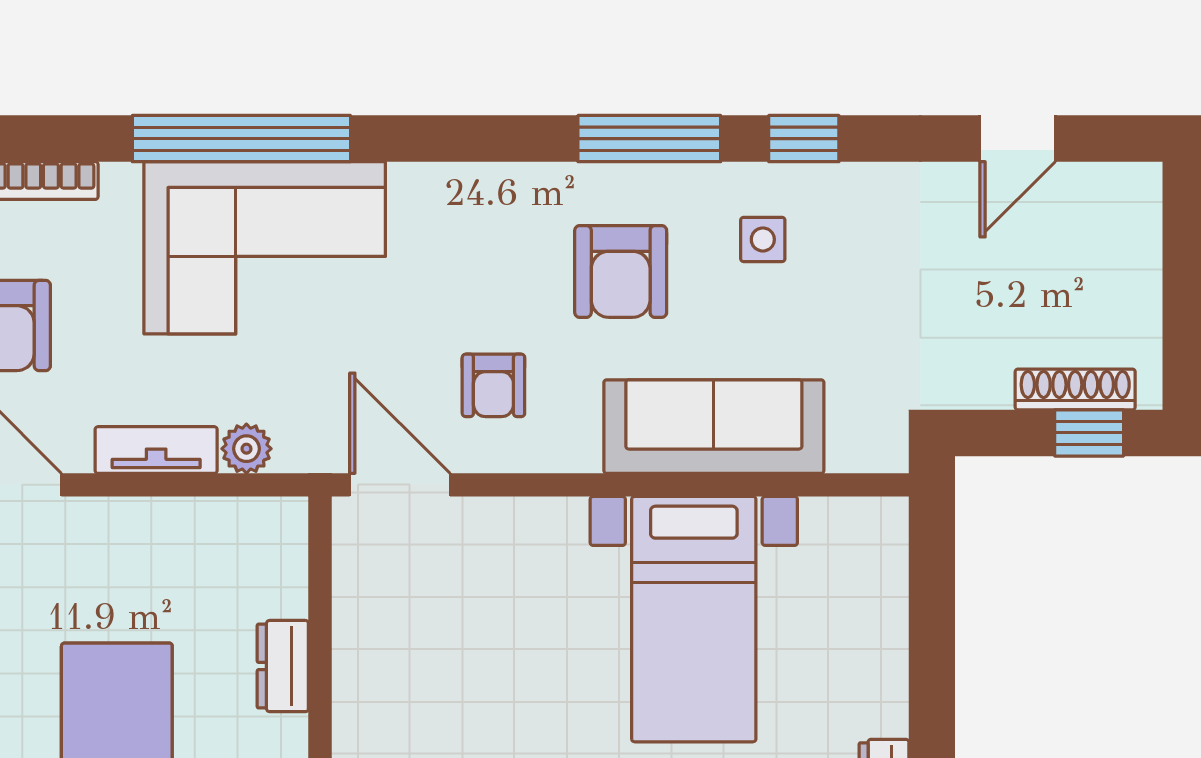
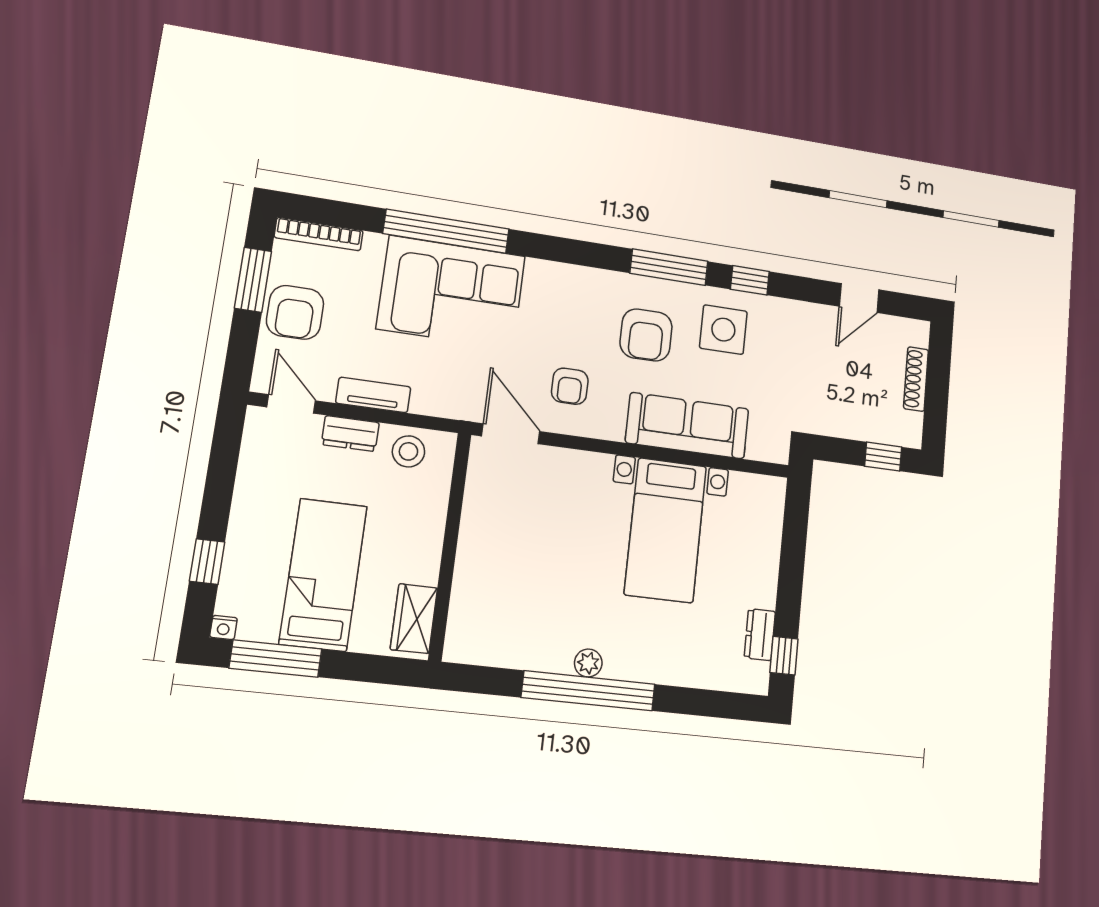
side table: (763, 239) -> (723, 330), width x1.87, depth x1.87
shoe rack: (1075, 389) -> (916, 379), moved, turned -90
plant: (246, 449) -> (426, 402), removed
stool: (229, 540) -> (408, 451), added
dresser: (283, 666) -> (350, 434), moved, turned -90

